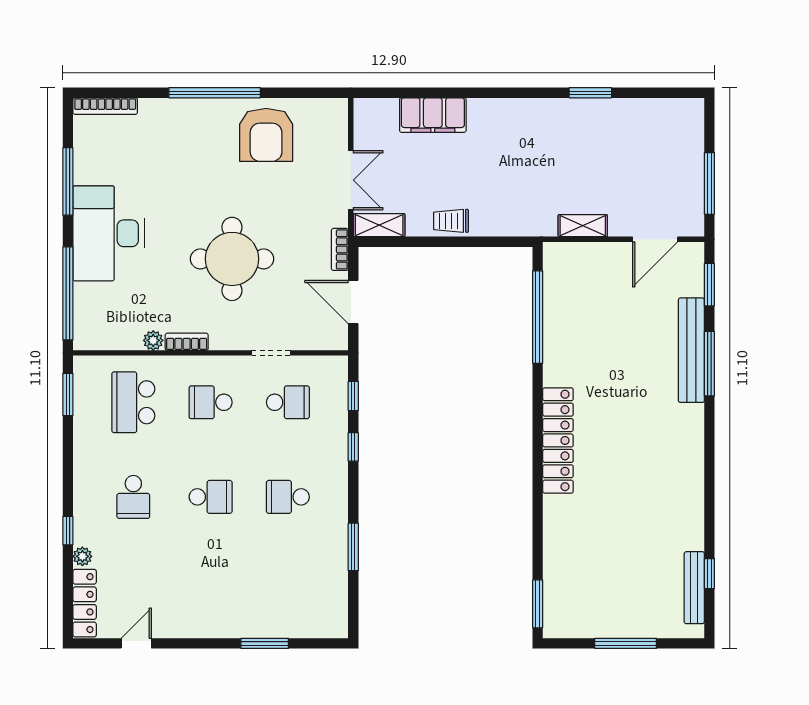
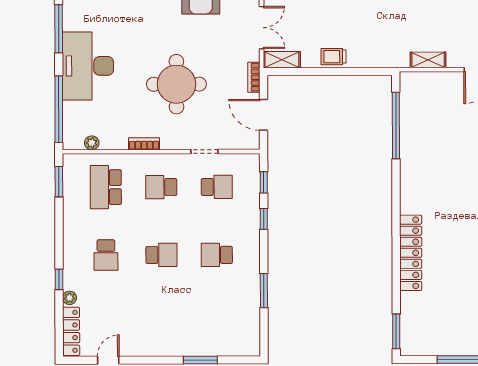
plant: (153, 340) -> (92, 143), moved
locker: (558, 440) -> (411, 253), moved

